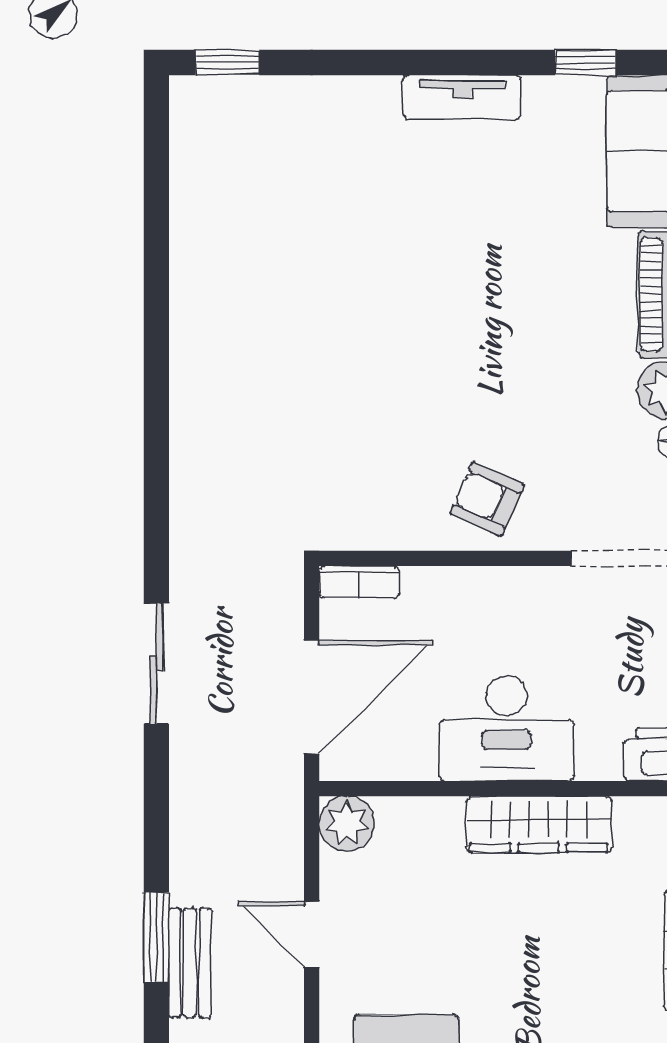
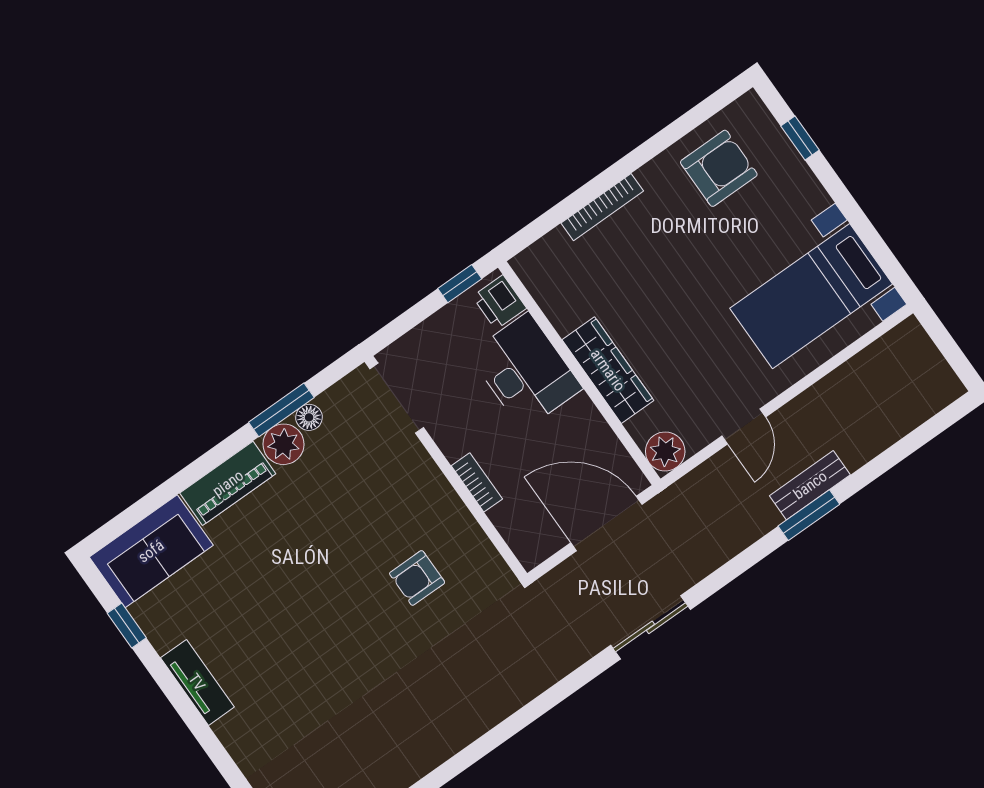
armchair: (487, 499) -> (417, 578), moved, turned 66
bookcase: (359, 582) -> (477, 482), moved
desk: (507, 728) -> (525, 371), moved
wardrobe: (539, 824) -> (608, 370), moved

